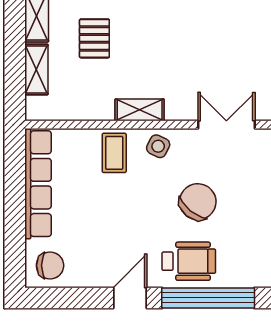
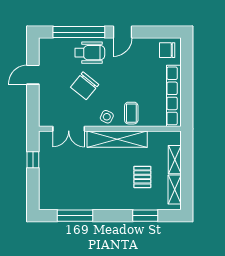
shelving: (140, 110) -> (117, 139), width x2.20, depth x1.33
wheelchair: (189, 261) -> (90, 53), turned 180

